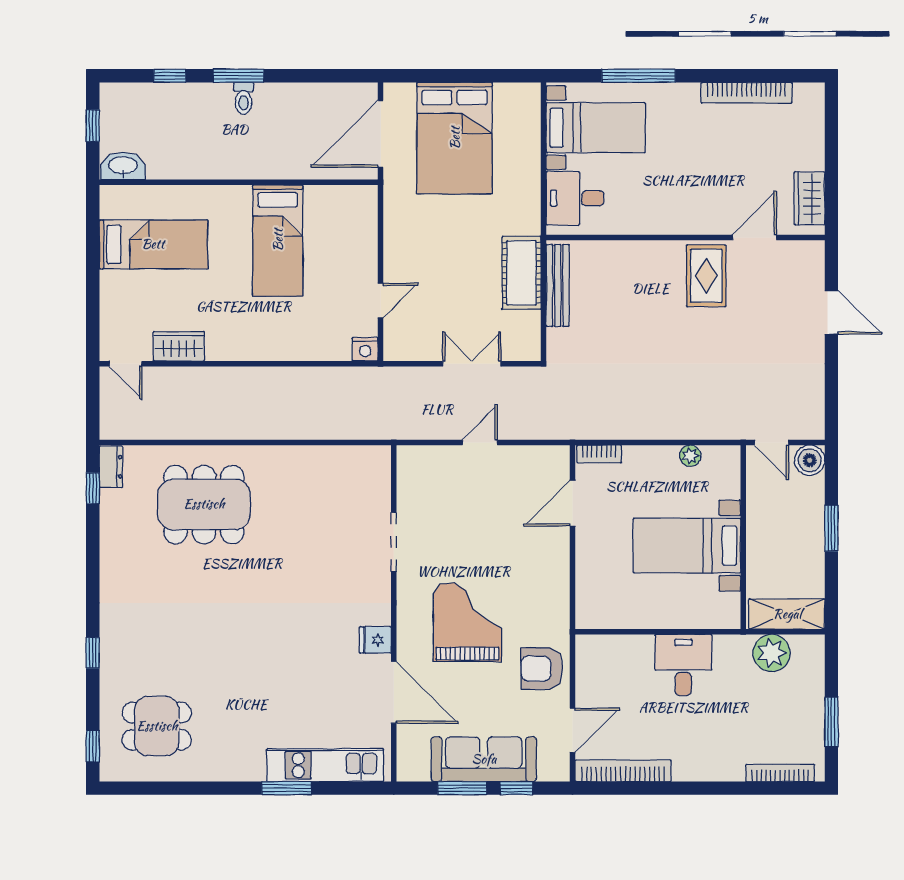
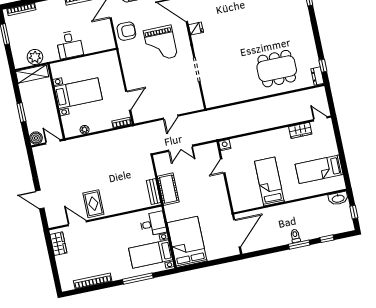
bed: (455, 138) -> (187, 242), moved
door: (754, 237) -> (77, 223), swing flipped
bench: (558, 285) -> (153, 192), width x0.73

